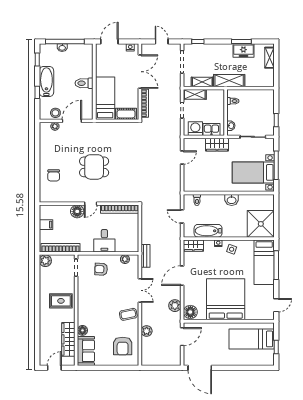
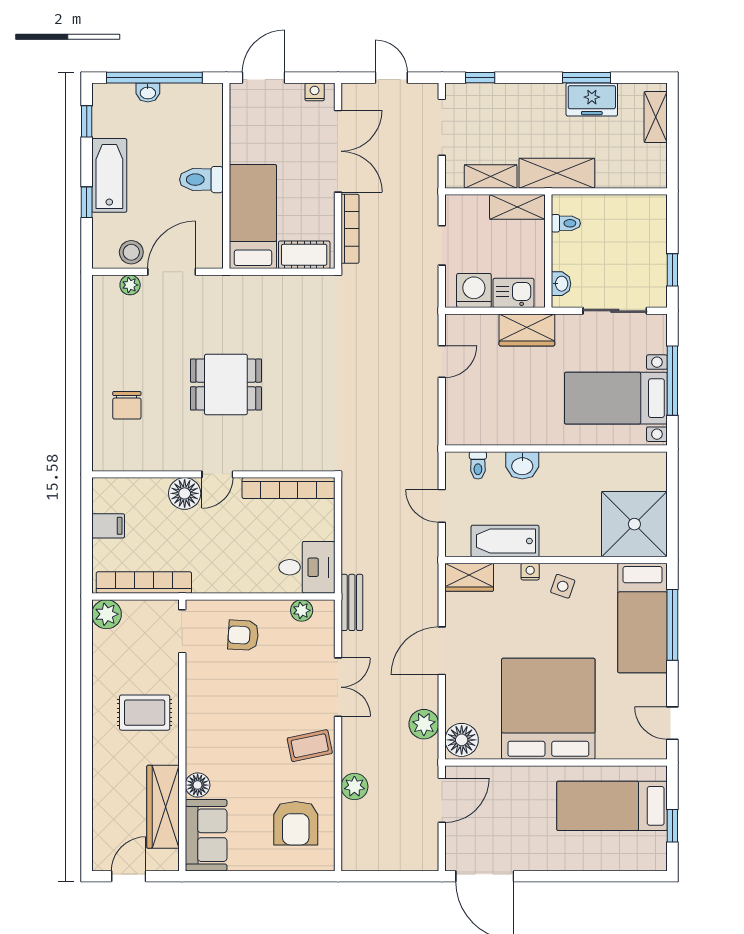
shelving: (195, 94) -> (517, 207), moved
washbasin: (232, 200) -> (522, 465), moved
desk: (104, 241) -> (307, 567), moved, turned -90
door: (276, 305) -> (672, 723), swing flipped

